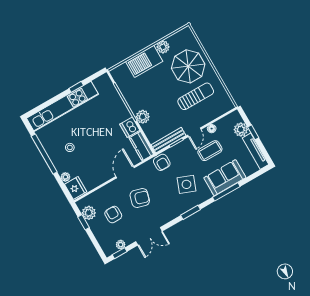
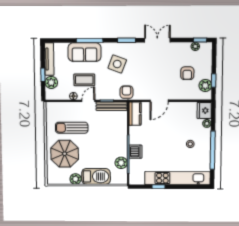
plant: (143, 117) -> (121, 163), moved
dishwasher: (130, 127) -> (135, 152), moved
armchair: (140, 198) -> (159, 74), removed
double door: (149, 236) -> (157, 40), moved

